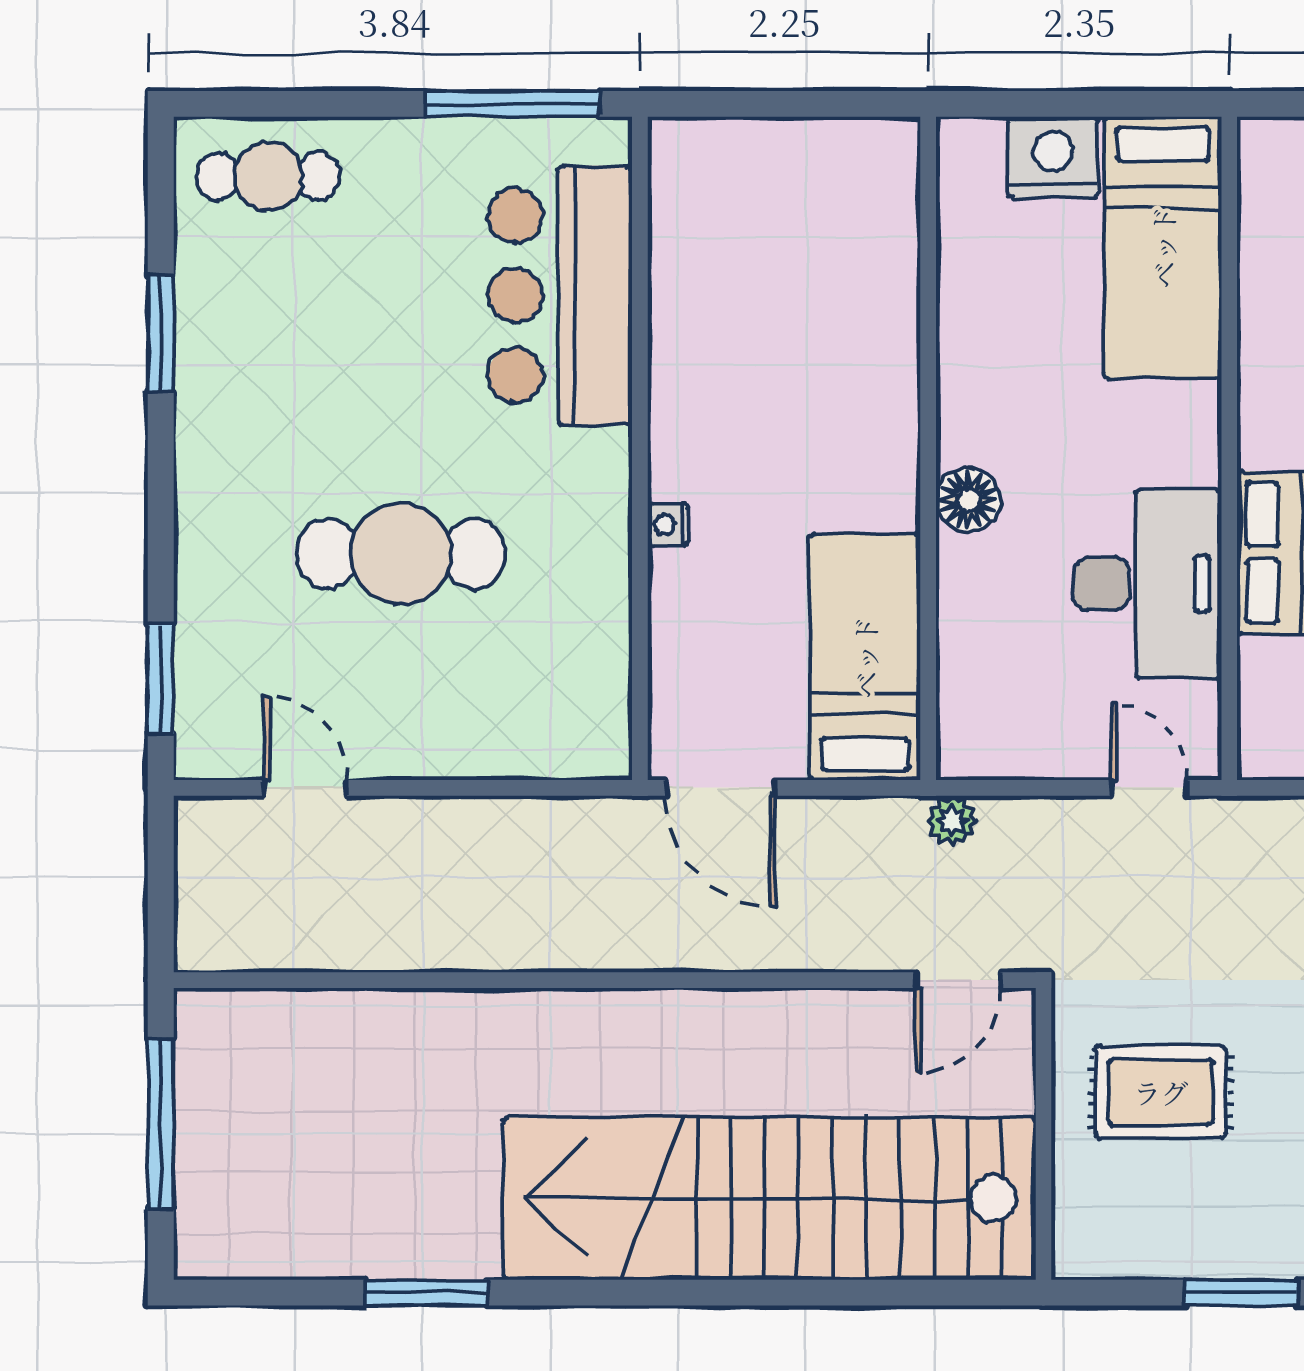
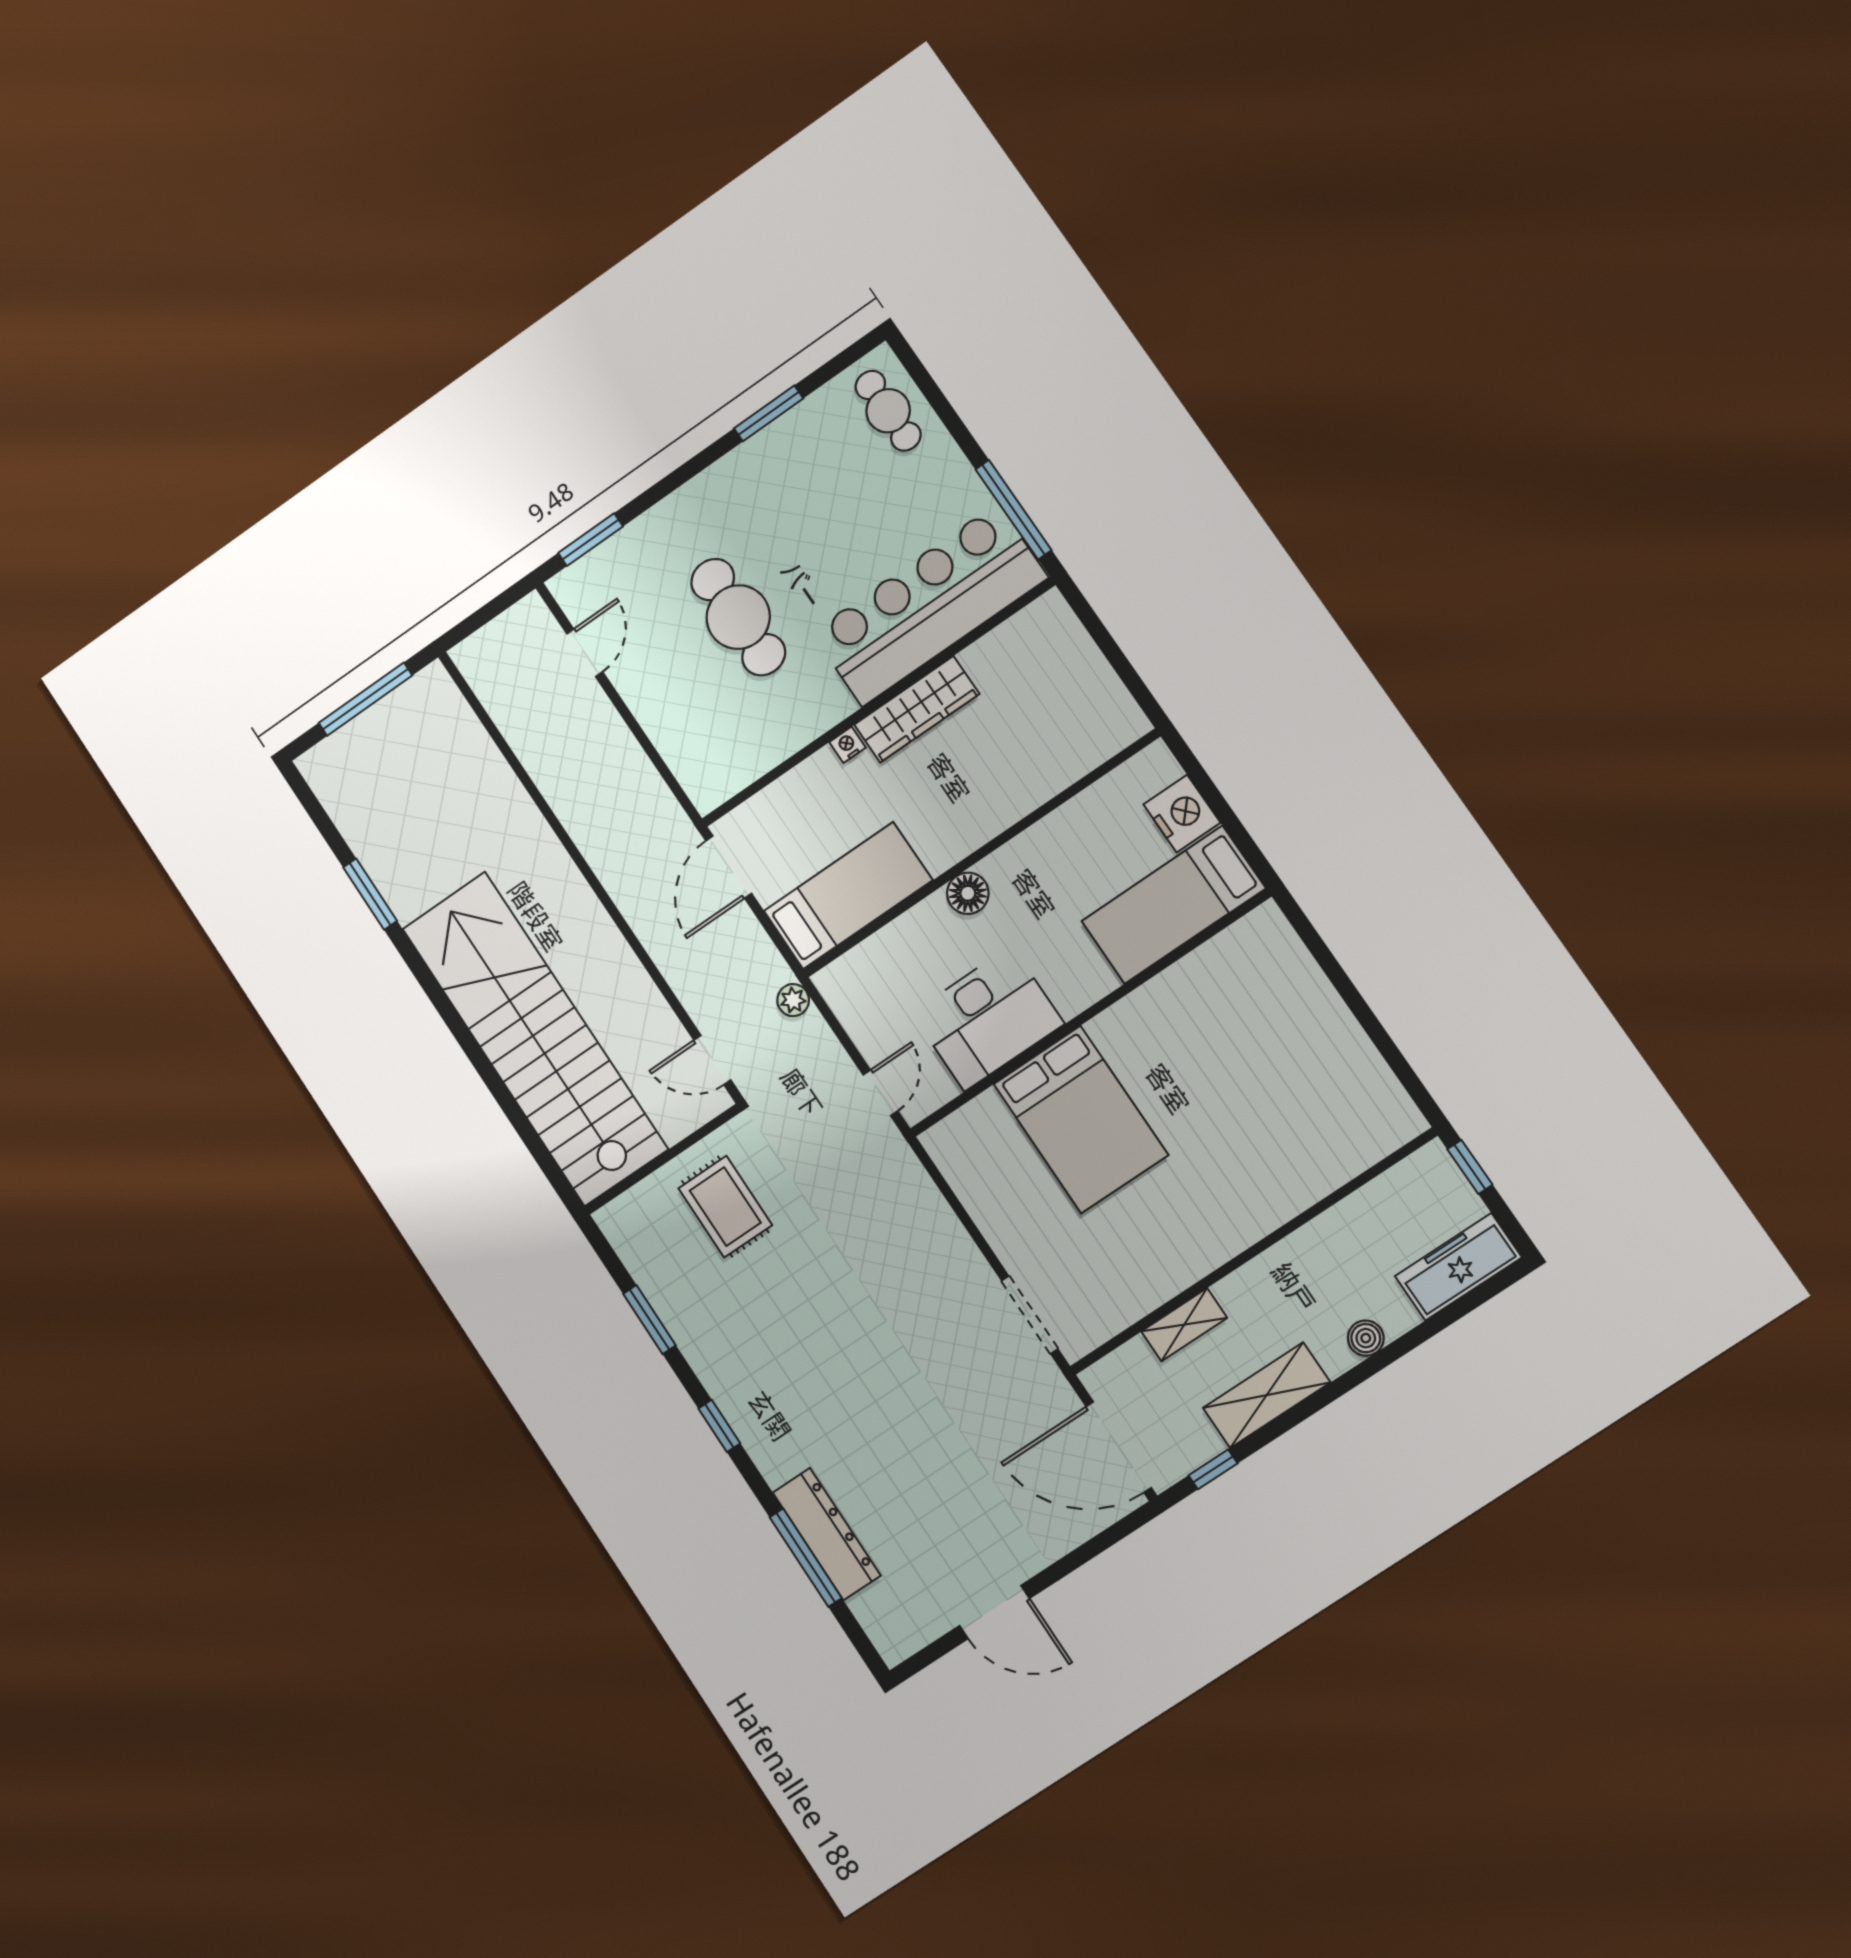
bar counter: (560, 295) -> (930, 605), width x1.36
wardrobe: (684, 404) -> (917, 709), added

